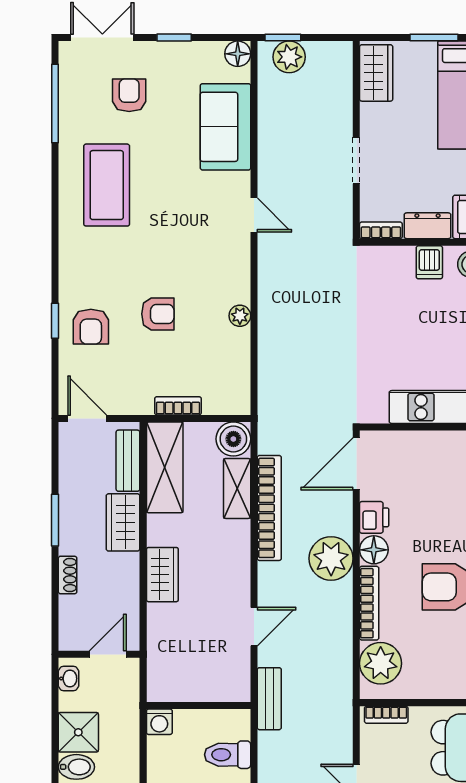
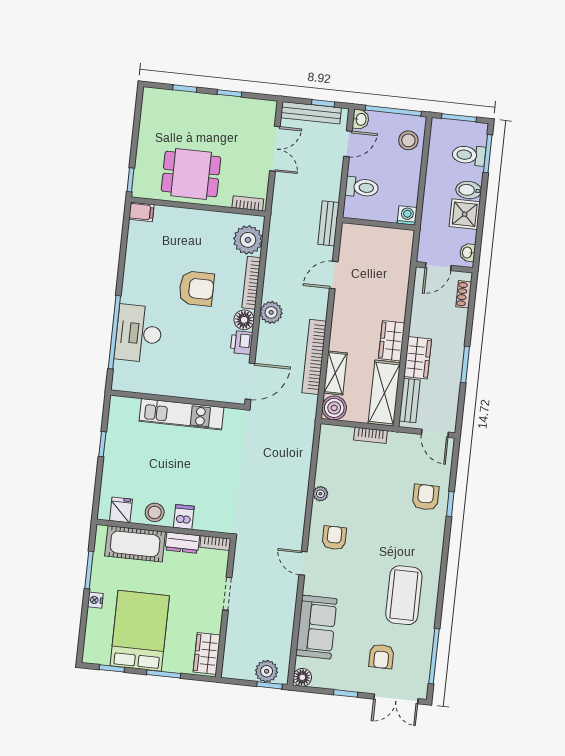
armchair: (158, 314) -> (334, 538), moved, turned 90
plant: (331, 558) -> (271, 312), width x0.73, depth x0.73
shoe rack: (68, 575) -> (464, 294), moved
wardrobe: (162, 575) -> (392, 341), moved

